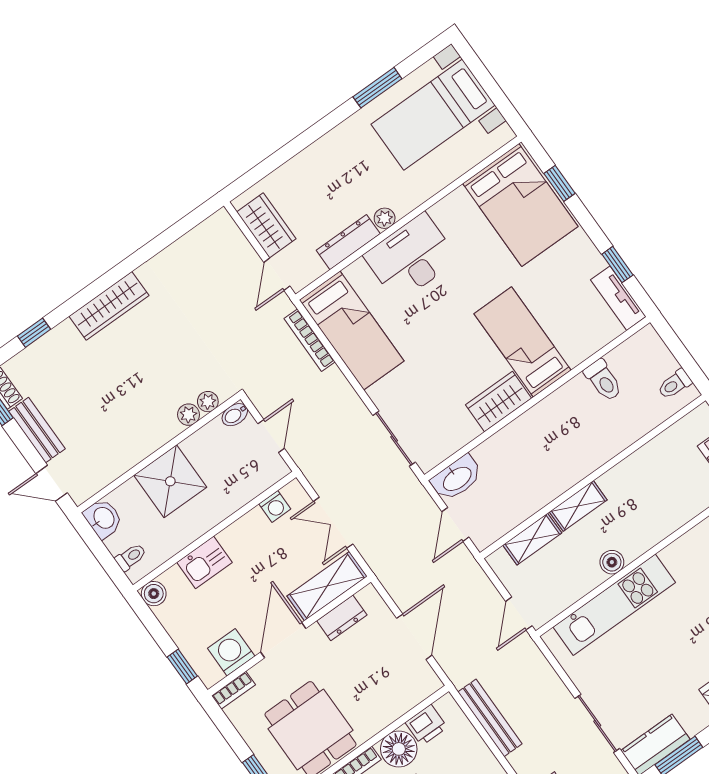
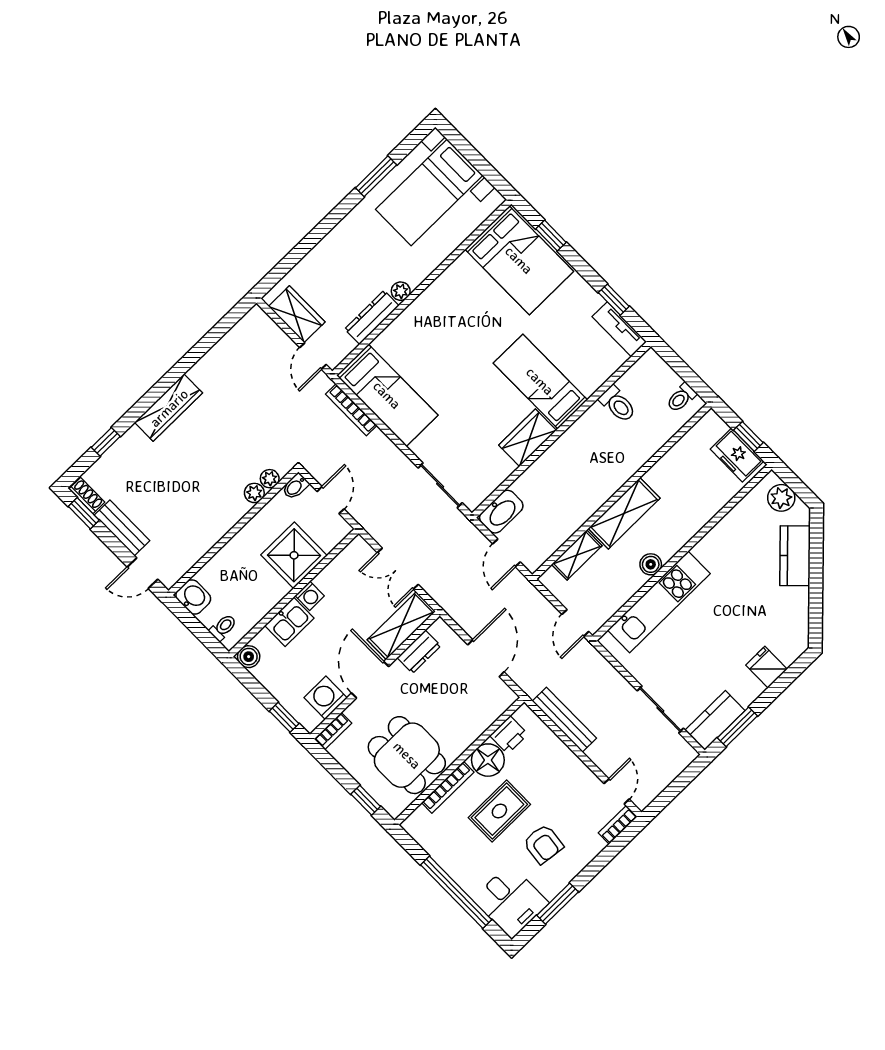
desk: (411, 257) -> (430, 322), removed
shower: (170, 481) -> (294, 555), moved
washing machine: (275, 506) -> (310, 596), moved
shelving: (578, 506) -> (624, 513), width x1.50, depth x1.33

